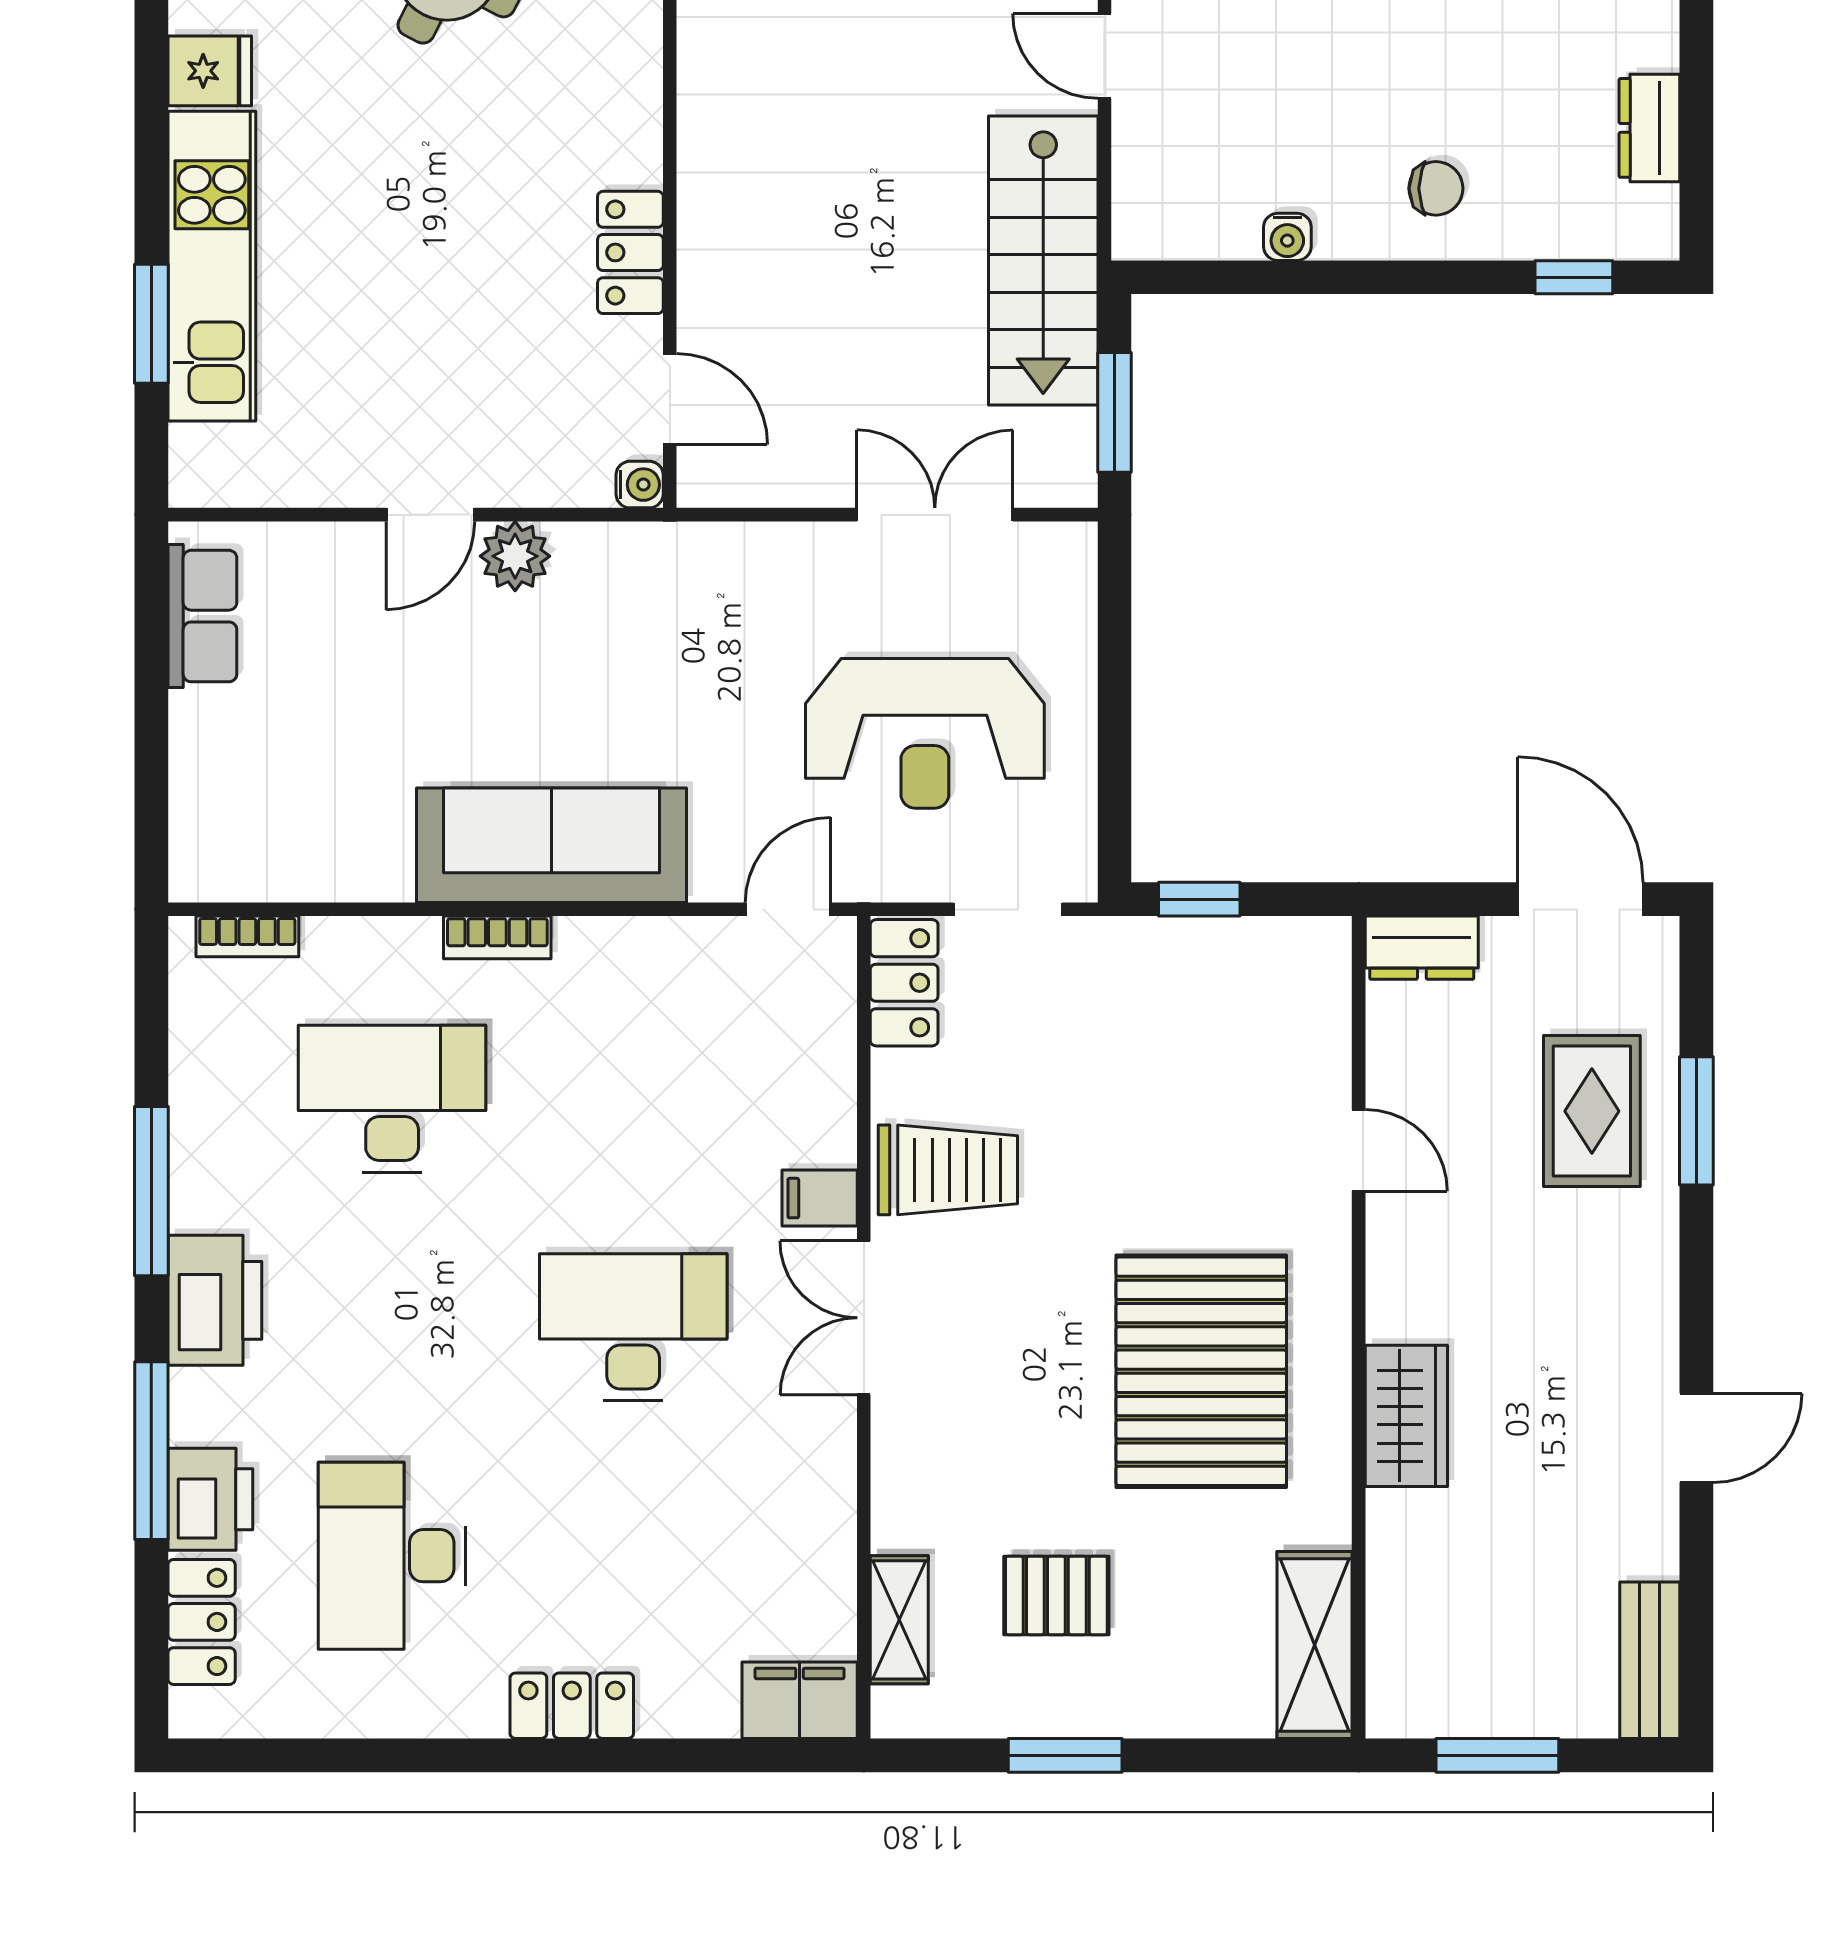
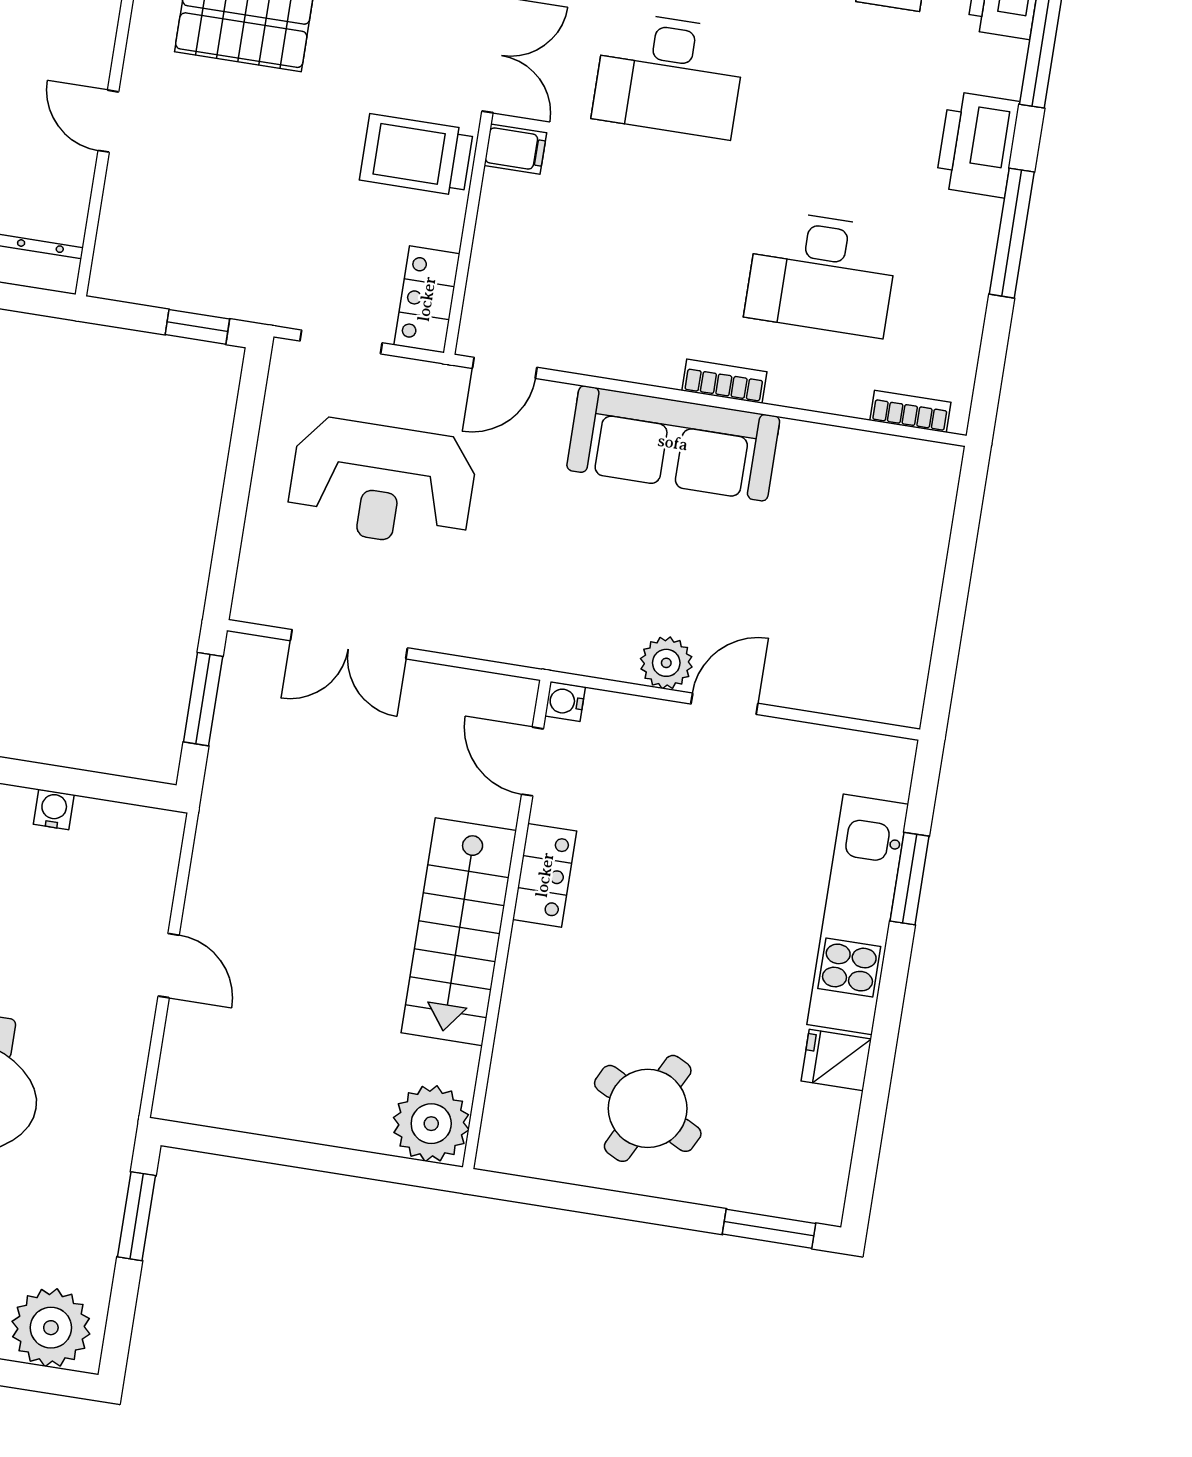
stairs: (1043, 260) -> (459, 932), moved, turned 180
row of seats: (202, 616) -> (906, 655), removed
reception desk: (925, 733) -> (382, 483), turned 180

